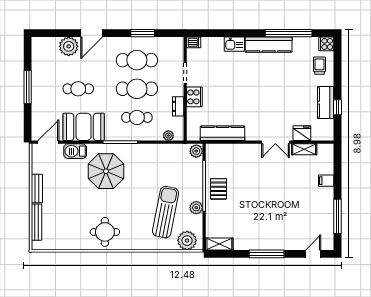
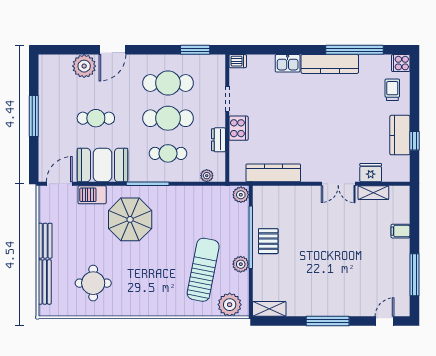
window: (143, 33) -> (195, 50), moved
round table: (105, 232) -> (93, 283), moved

